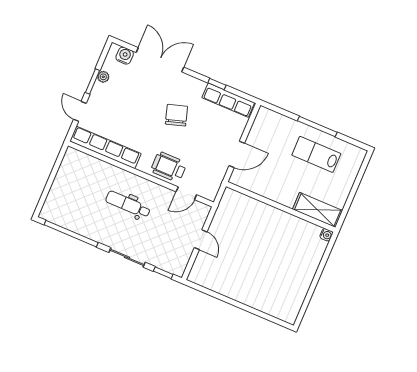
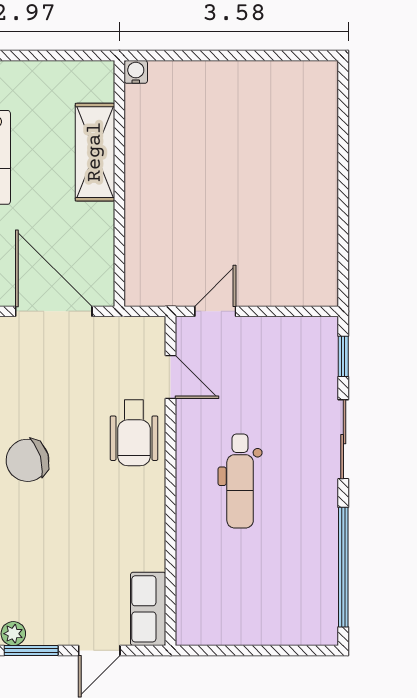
row of seats: (105, 147) -> (148, 609), width x0.50
door: (237, 154) -> (54, 311), width x1.36
shelving: (318, 210) -> (95, 152), moved
door: (201, 240) -> (215, 311), moved

